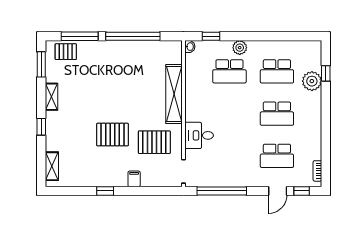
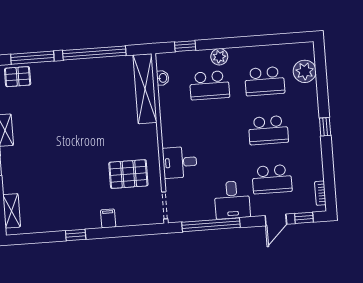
washbasin: (190, 47) -> (163, 78), moved
window: (326, 73) -> (325, 127), moved
plant: (312, 81) -> (305, 71), moved
shelving: (174, 94) -> (145, 89), moved
pallet: (112, 135) -> (79, 169), removed
desk: (241, 171) -> (232, 200), added

